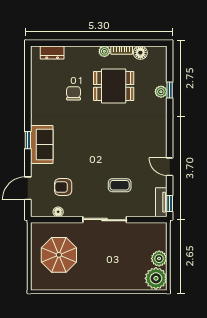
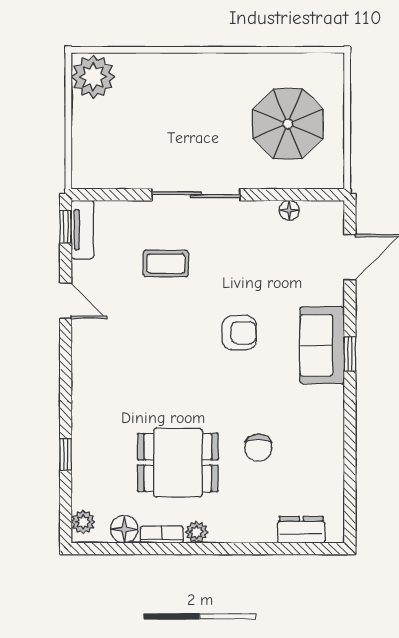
plant: (161, 92) -> (83, 522), moved
armchair: (63, 187) -> (239, 333), moved
plant: (159, 259) -> (87, 117), removed

